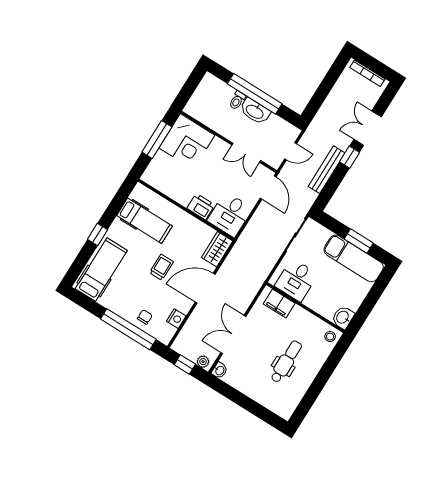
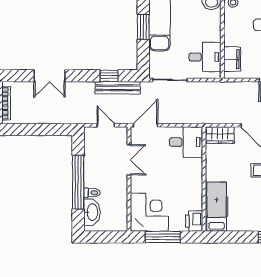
washbasin: (255, 111) -> (92, 212), moved
window: (349, 157) -> (109, 76), moved
bench: (327, 170) -> (118, 88), moved
printer: (201, 207) -> (194, 221), moved
hospital bed: (144, 221) -> (217, 207), moved

